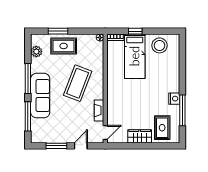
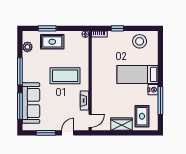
bed: (135, 56) -> (138, 74), moved, turned 90
coffee table: (78, 83) -> (65, 76), turned 69
sofa: (40, 96) -> (31, 103), moved

